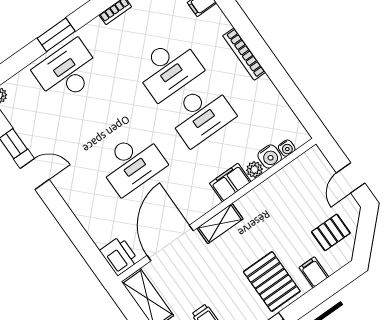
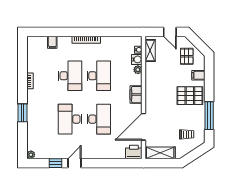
desk: (67, 72) -> (70, 119), moved
filing cabinet: (230, 183) -> (136, 95), moved
shelving: (220, 224) -> (150, 50), moved
door: (170, 243) -> (144, 127), hinge flipped

